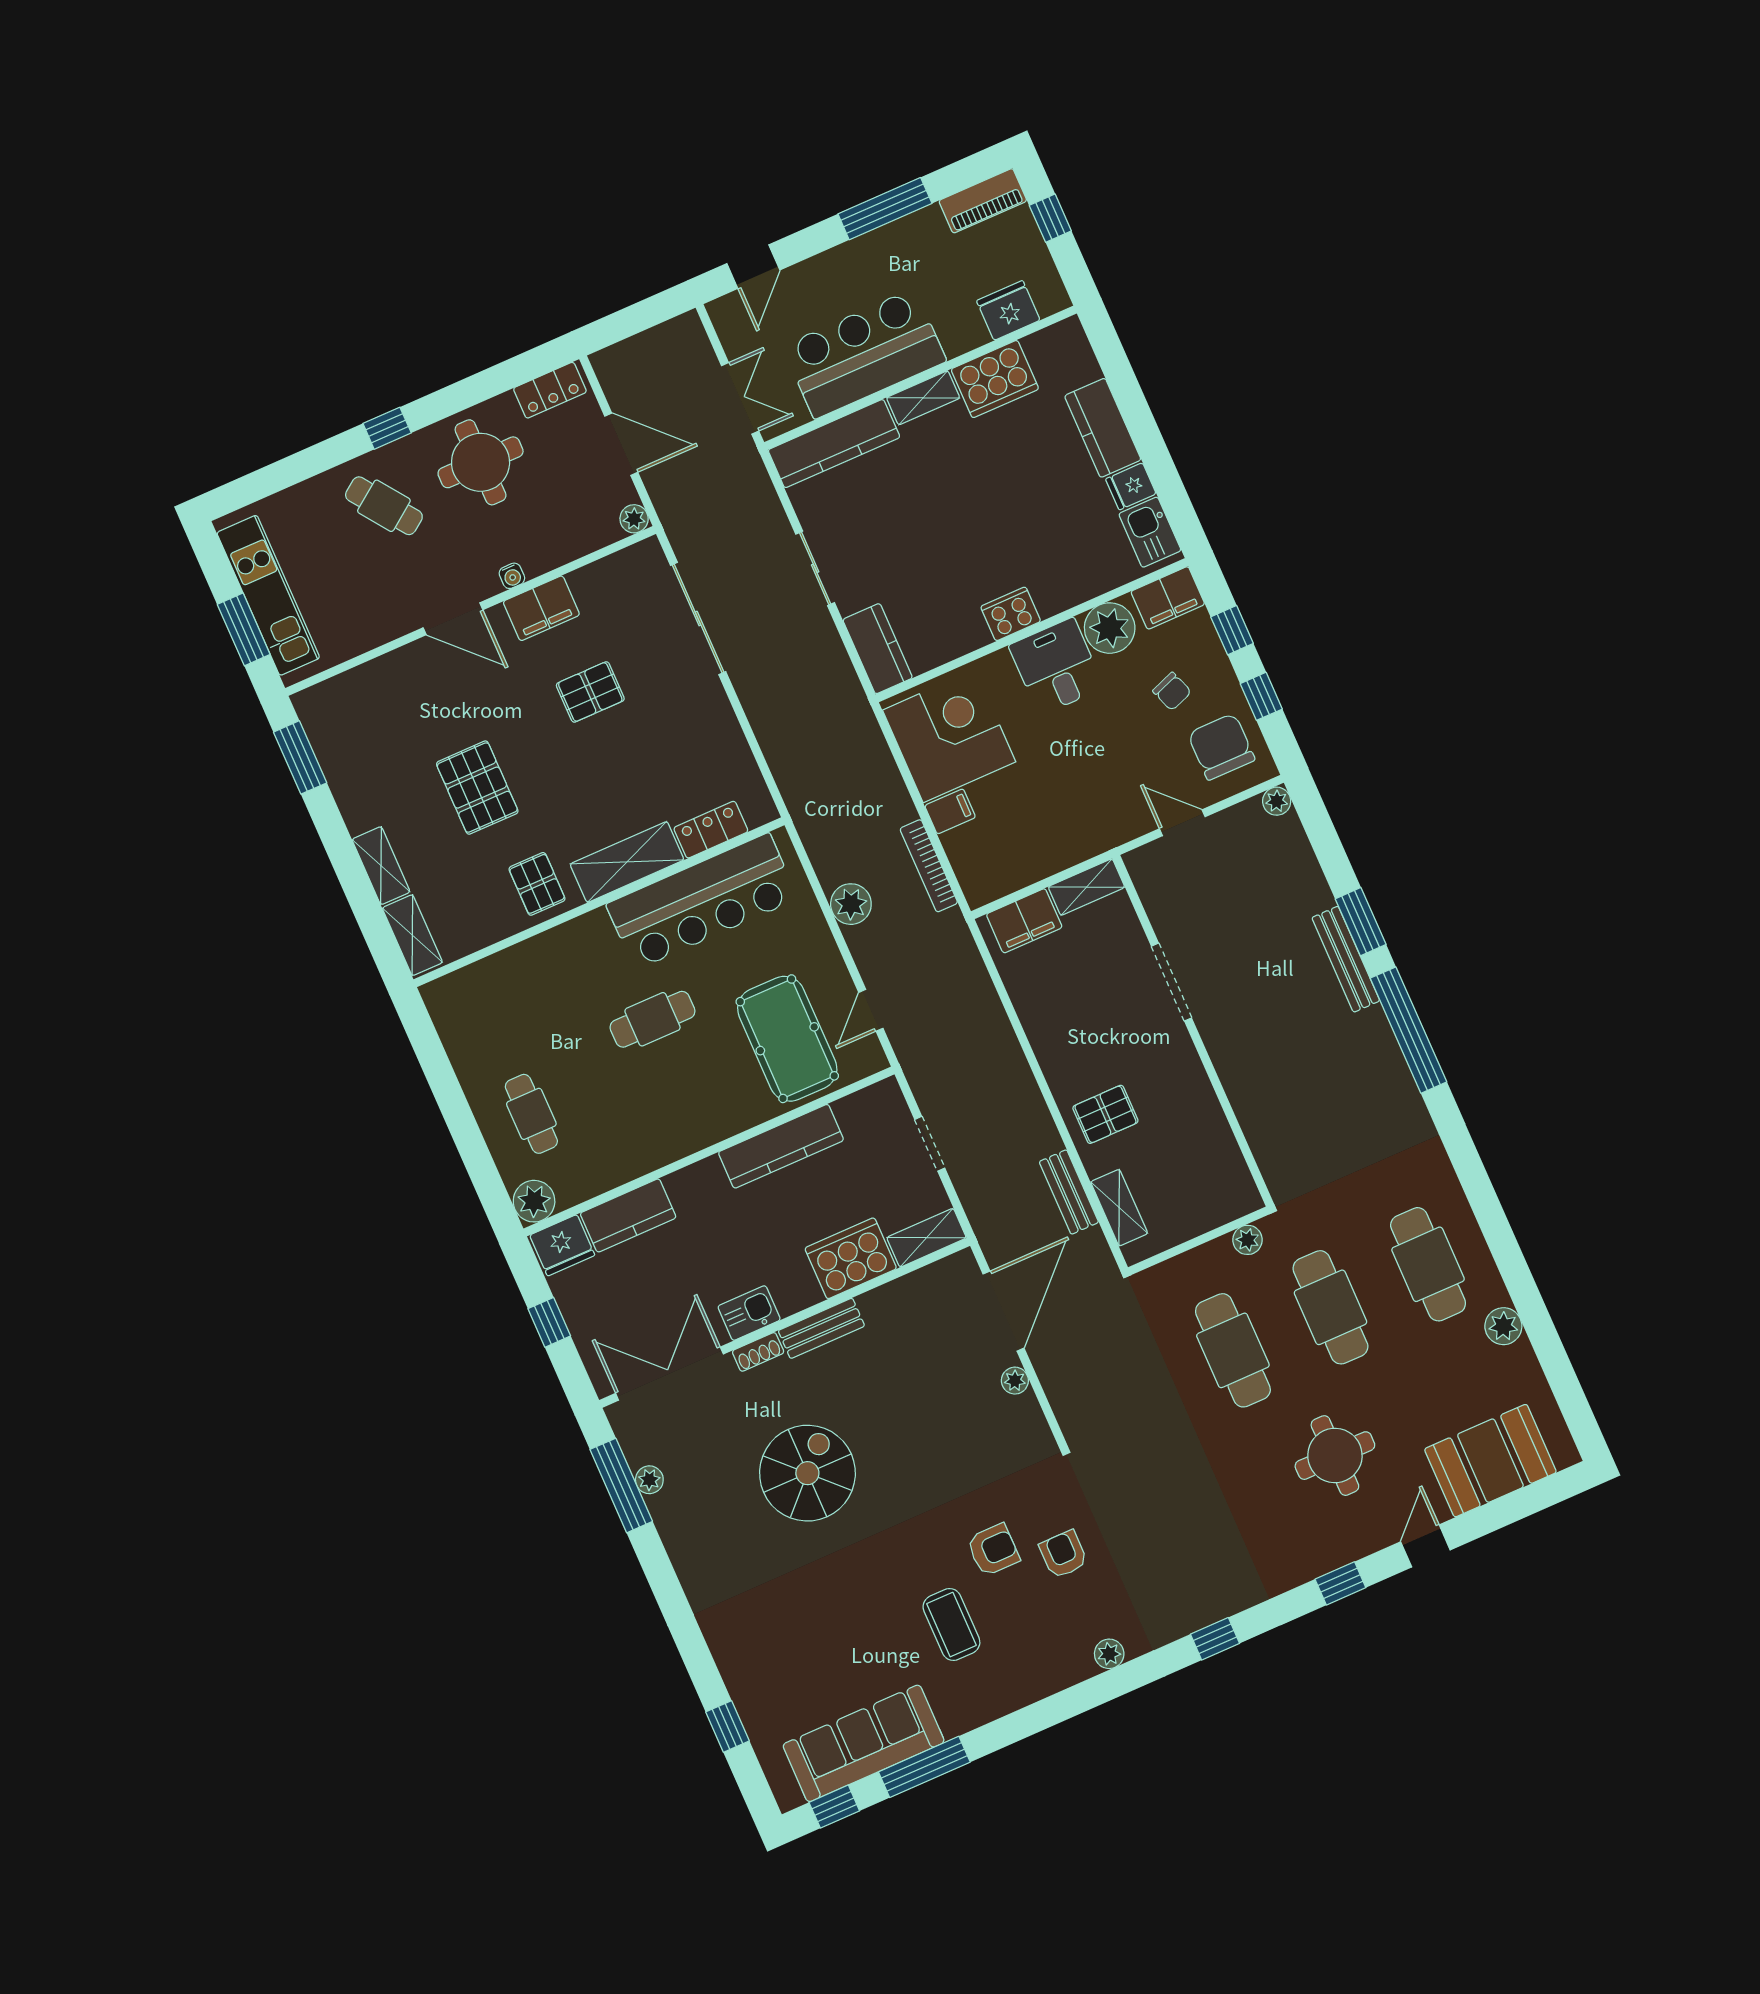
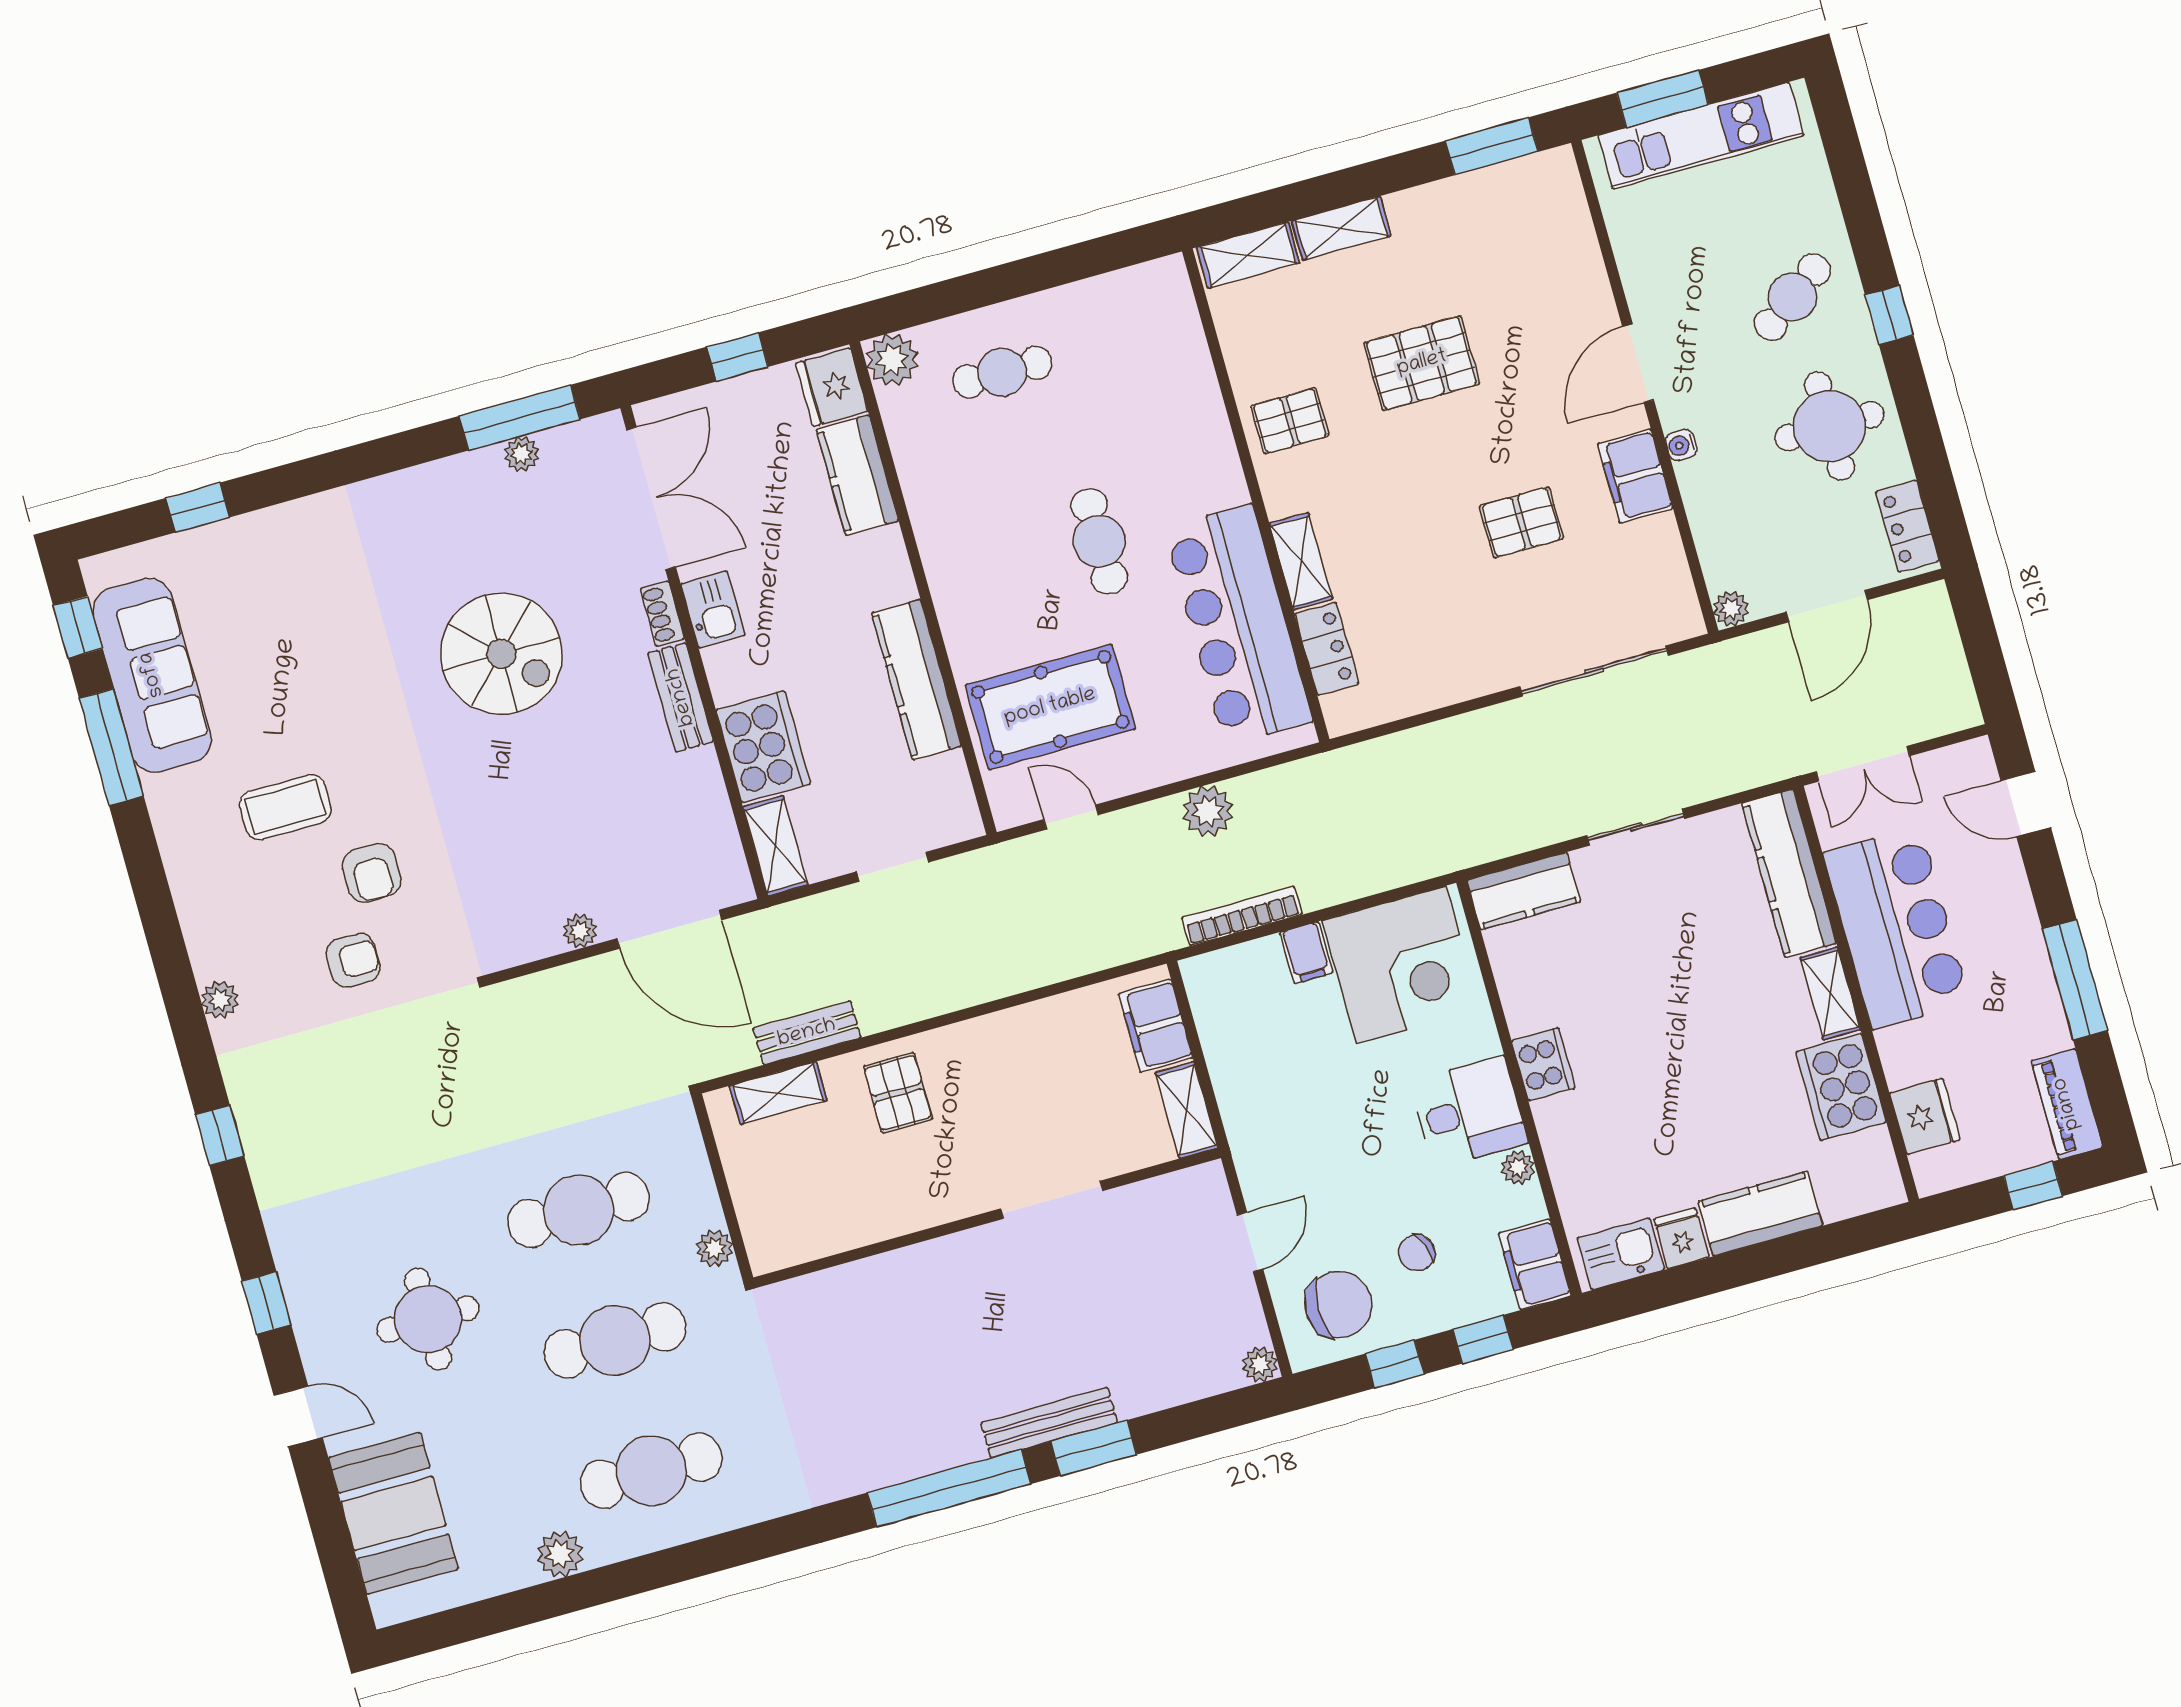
plant: (1110, 628) -> (1518, 1168), width x0.53, depth x0.53
pallet: (590, 692) -> (1521, 522), turned 90
shelving: (627, 862) -> (1301, 561), width x0.67, depth x0.75

